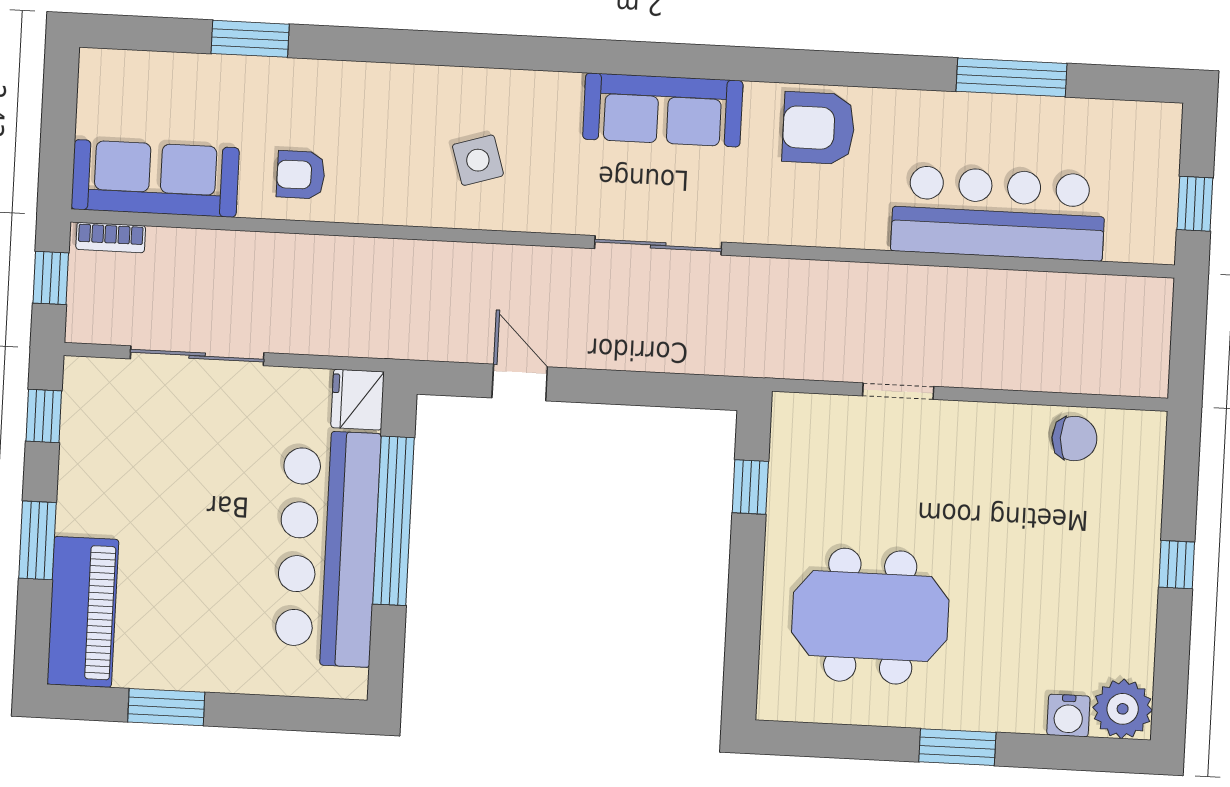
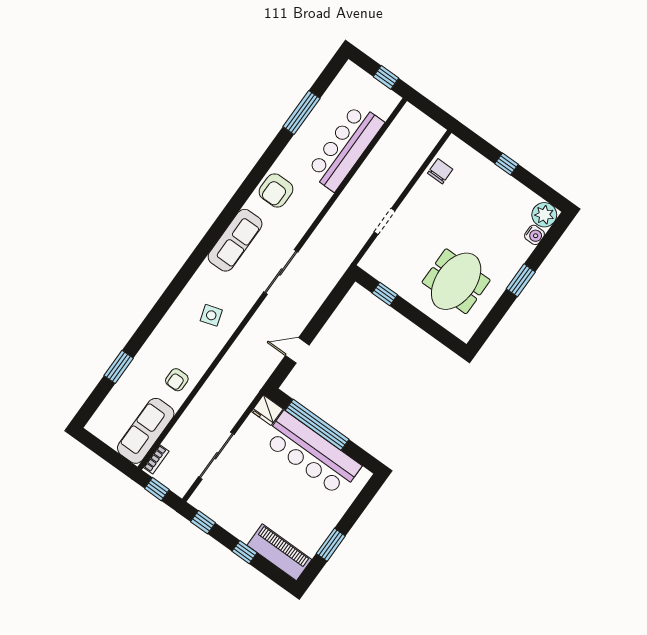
window: (37, 540) -> (245, 552), width x0.67

